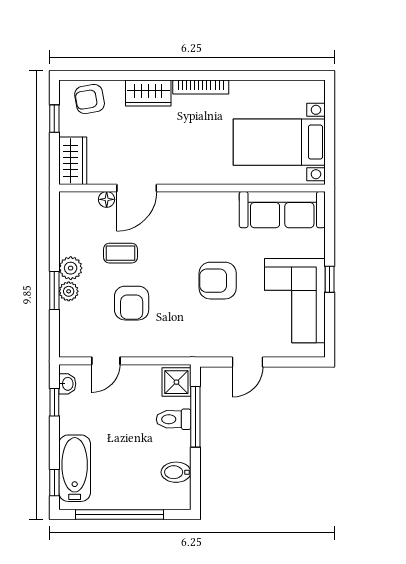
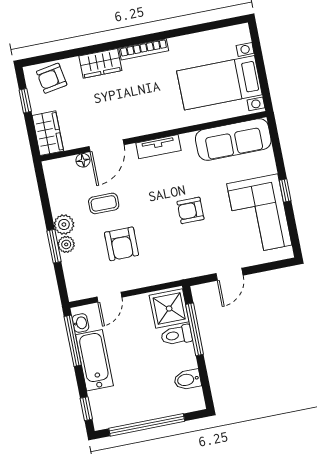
tv unit: (196, 201) -> (158, 147), added
armchair: (218, 281) -> (190, 210), width x0.72, depth x0.72
shower: (176, 382) -> (169, 309), width x1.36, depth x1.36
window: (54, 402) -> (73, 341), width x2.17
bathtub: (75, 468) -> (94, 360), moved

